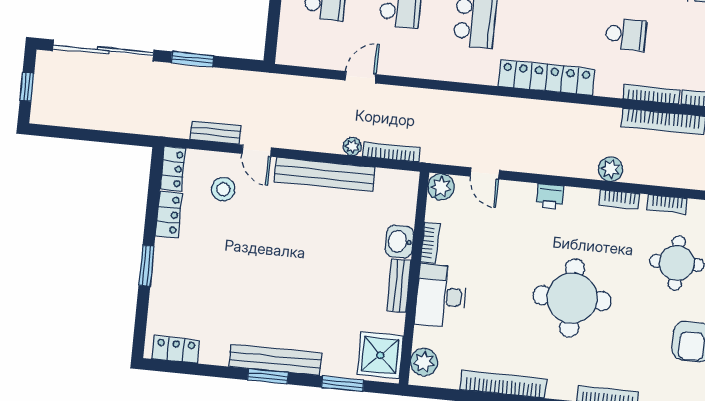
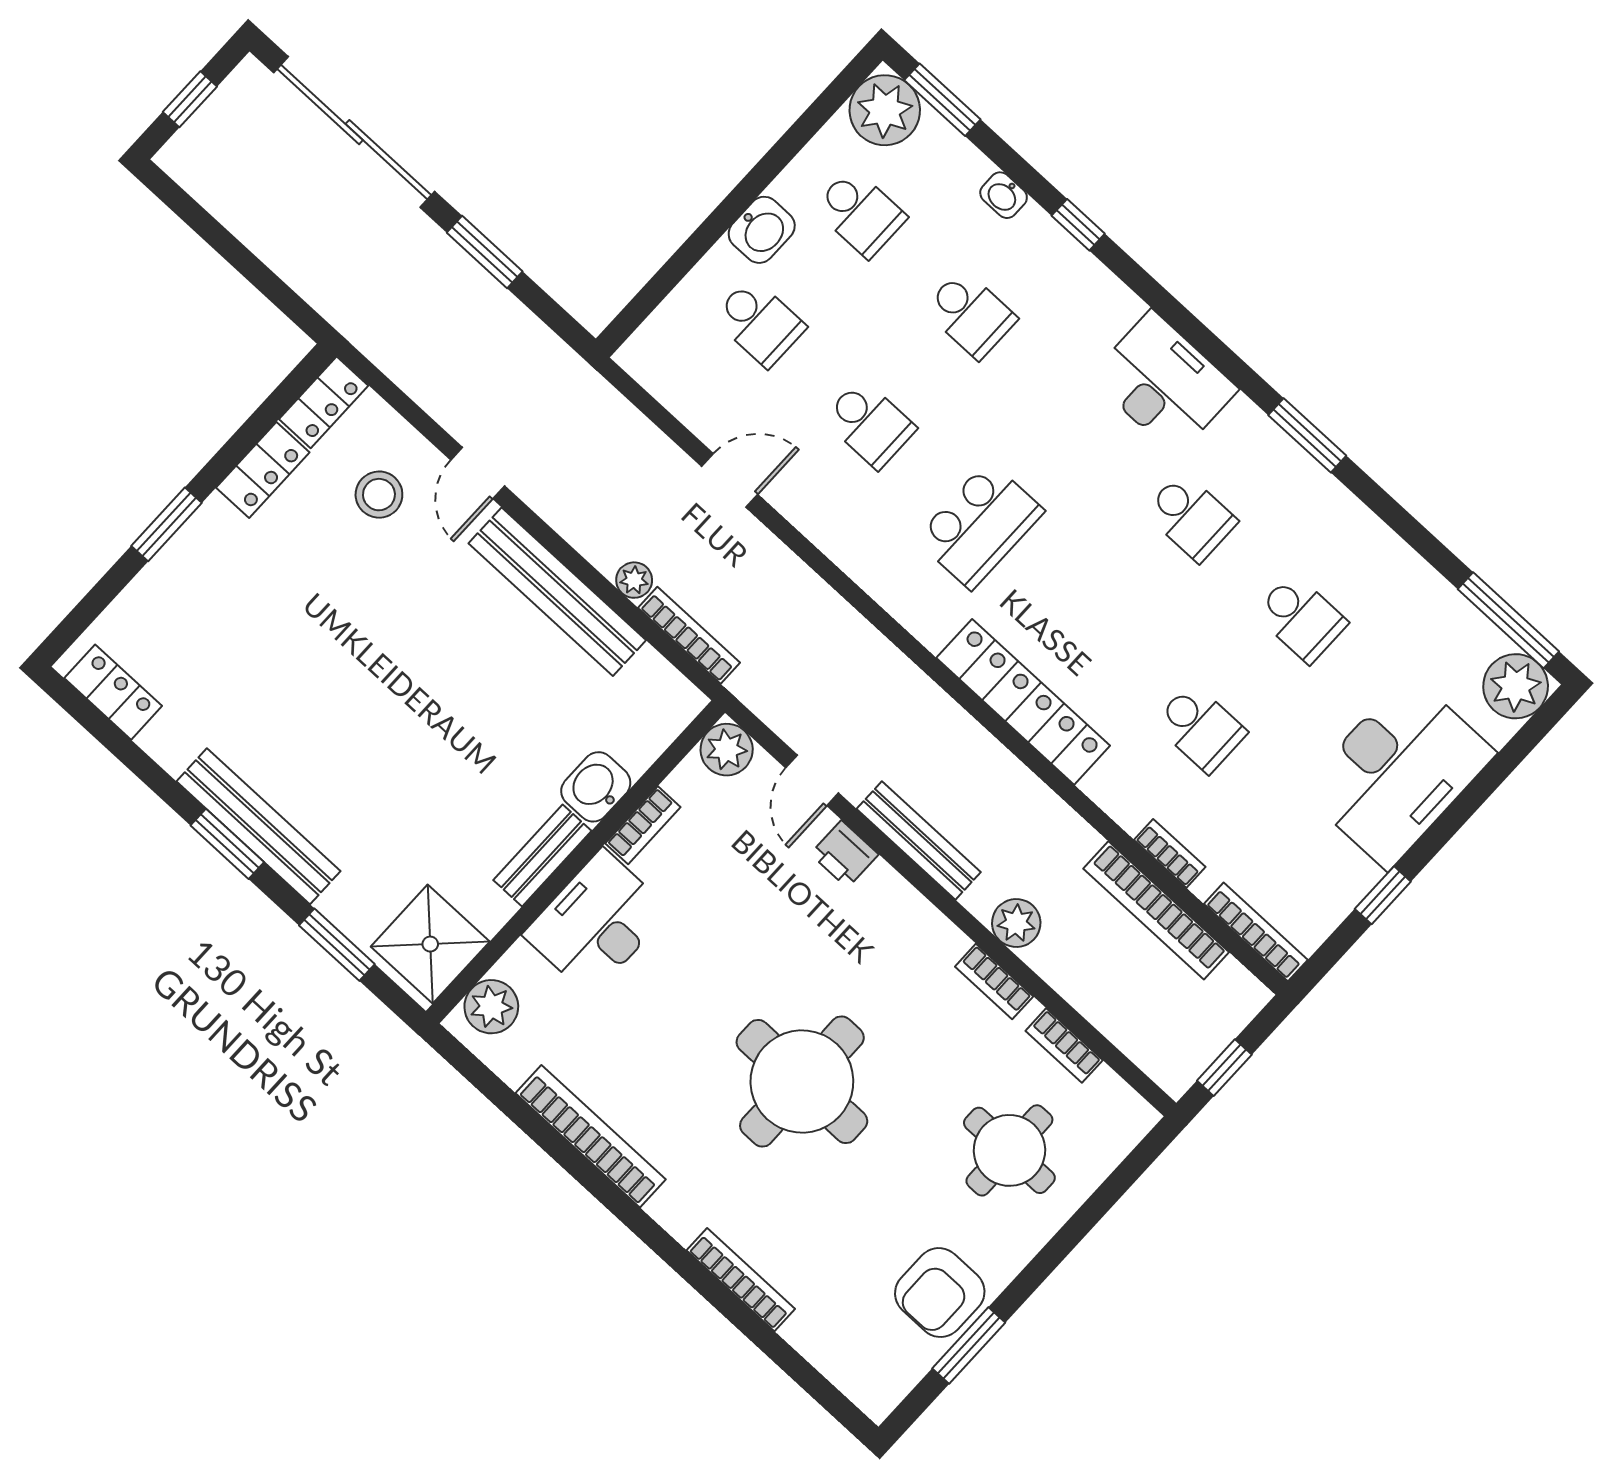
bookcase: (652, 94) -> (1170, 853), width x0.64
bench: (215, 132) -> (919, 840), moved, width x1.36
printer: (550, 196) -> (844, 854), moved

